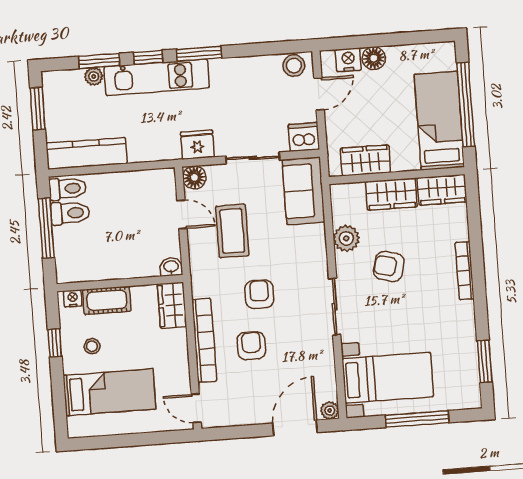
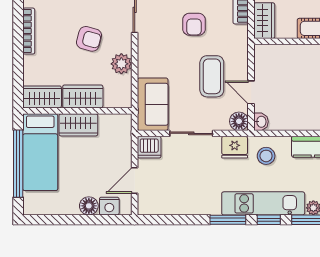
stool: (294, 66) -> (266, 156), moved
wardrobe: (365, 160) -> (78, 125), moved
washbasin: (171, 267) -> (261, 122), moved, turned -90

